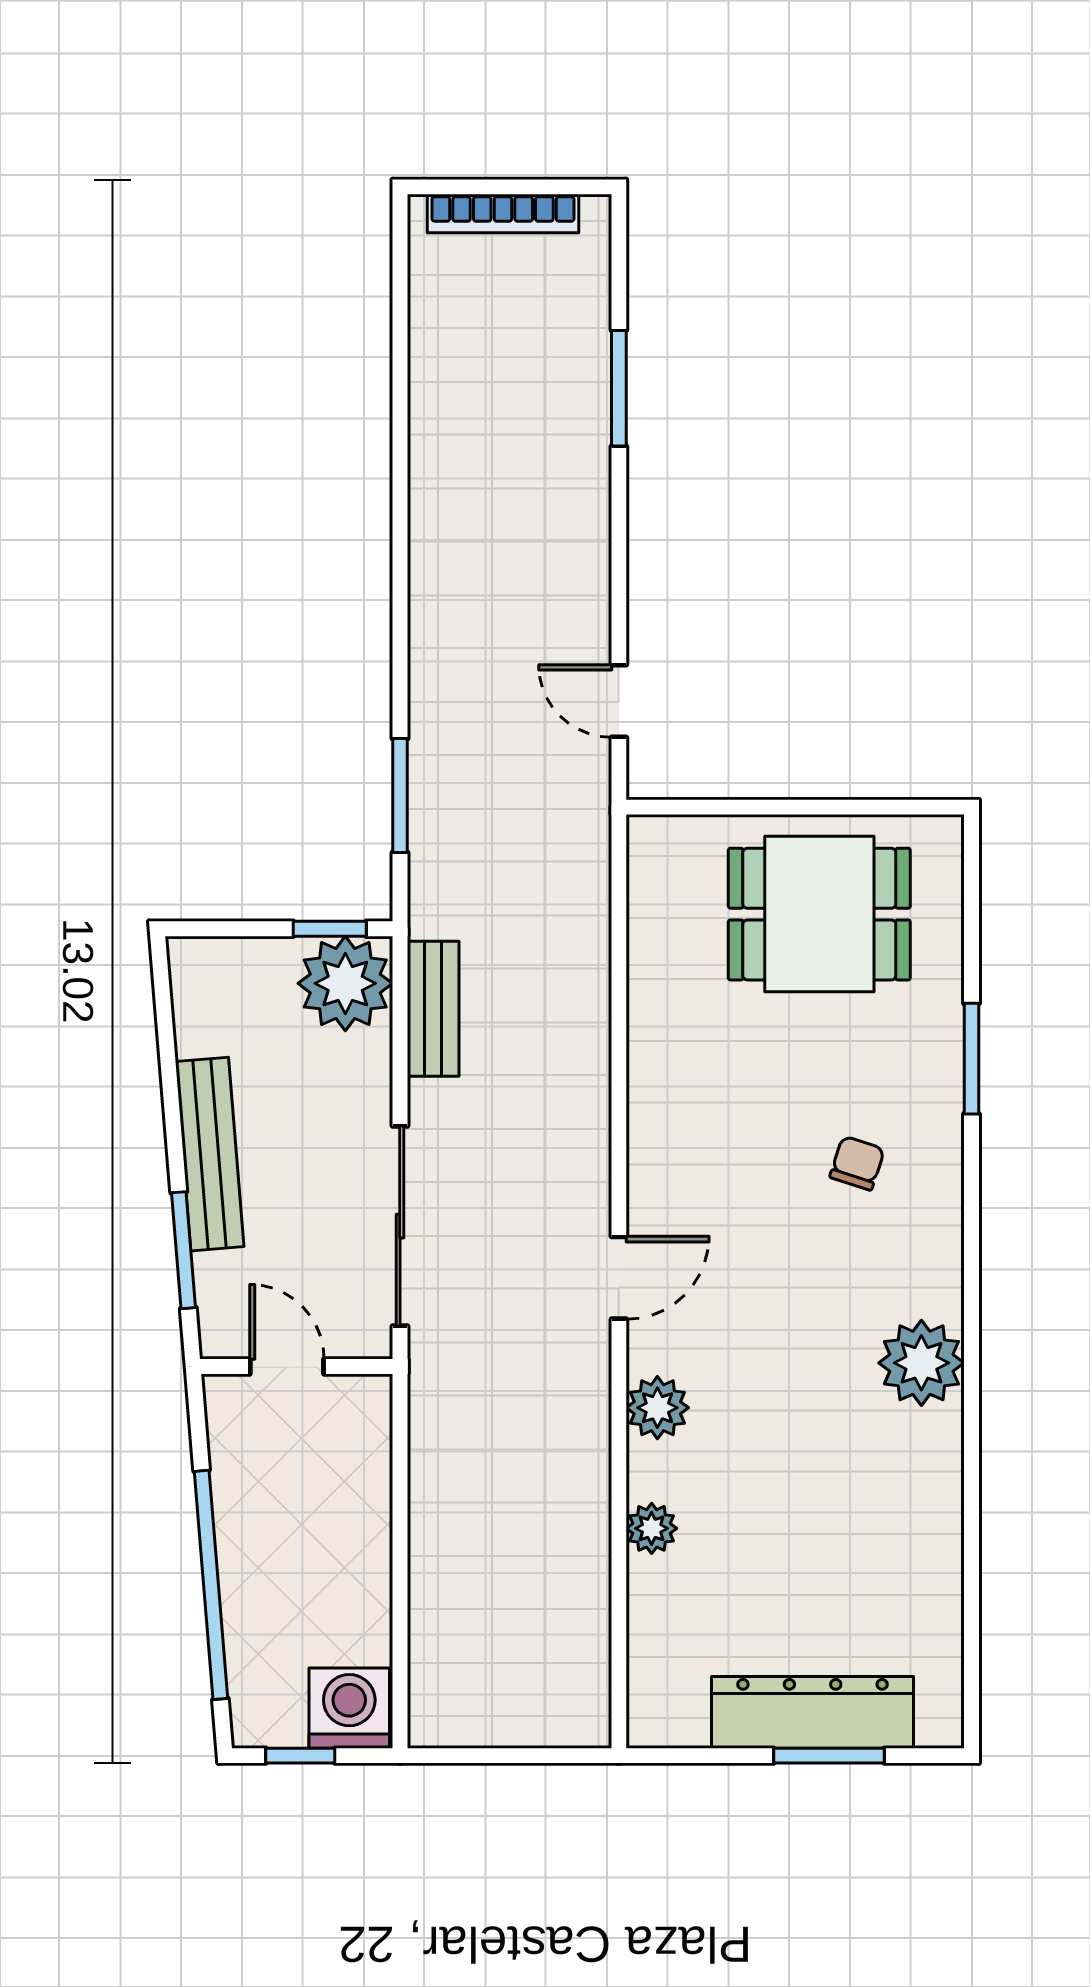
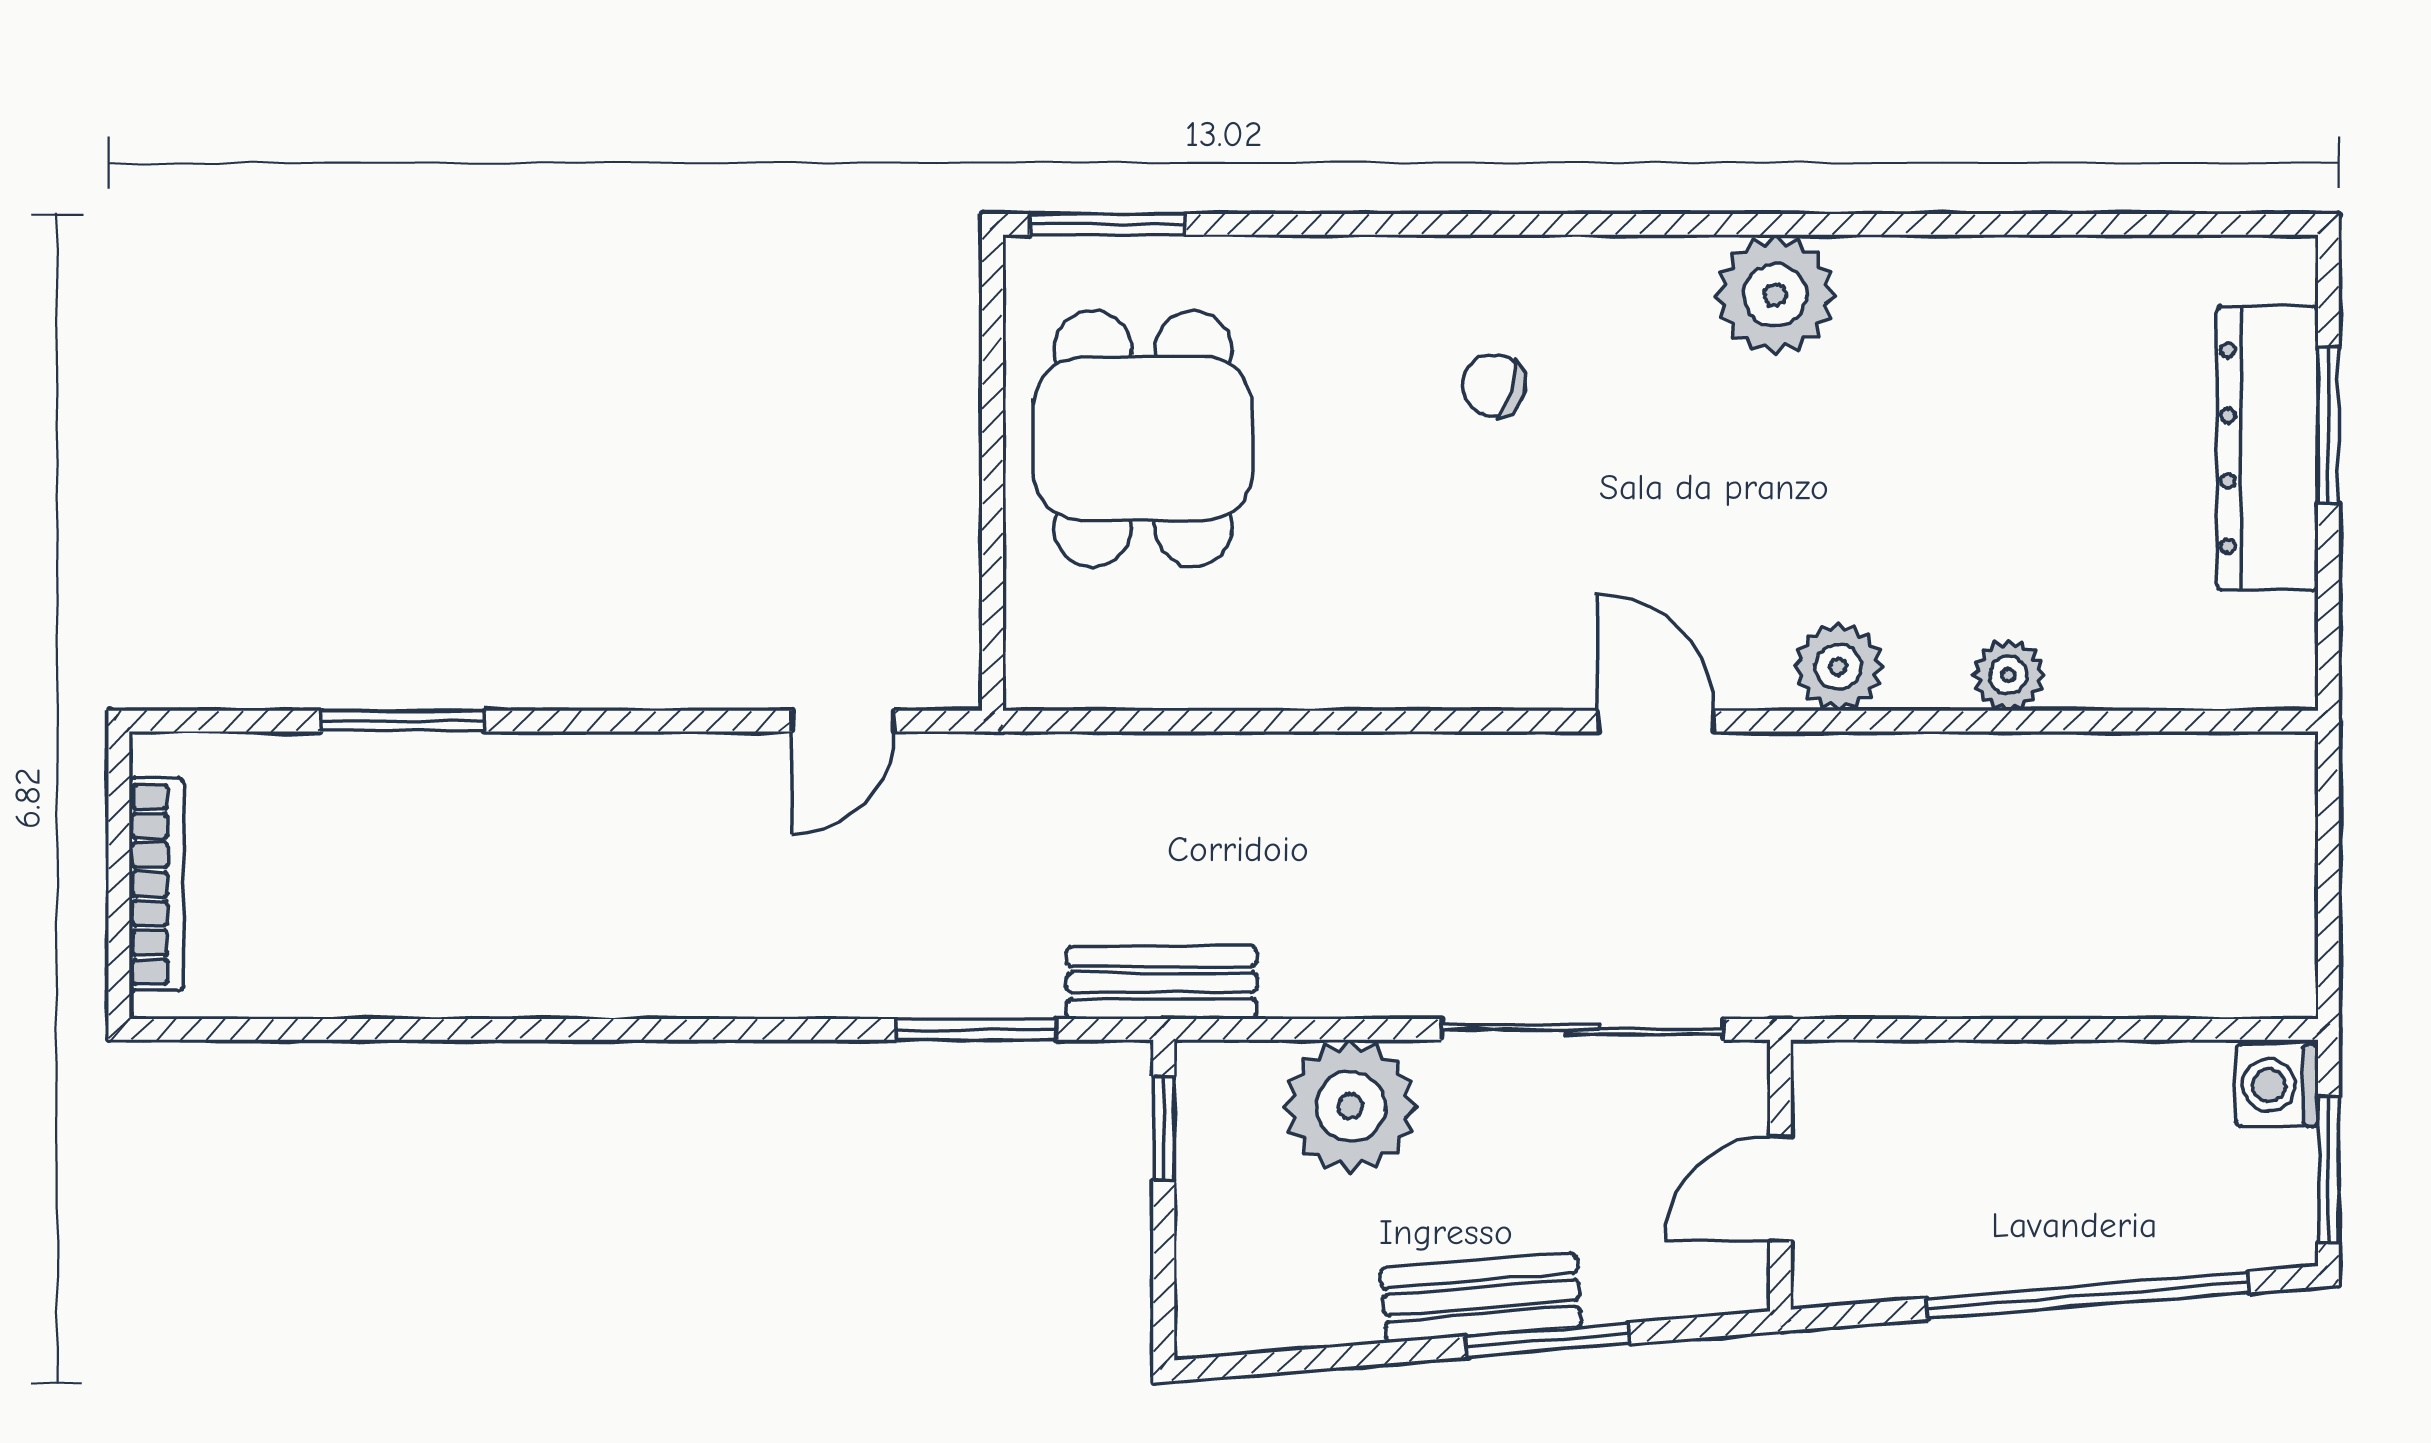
plant: (345, 983) -> (1350, 1106), moved
bench: (433, 1009) -> (1162, 983), moved
window: (972, 1059) -> (1107, 224), moved
bench: (210, 1154) -> (1481, 1297), width x0.73
window: (183, 1250) -> (1547, 1340), moved
washing machine: (349, 1708) -> (2277, 1085), width x0.73, depth x0.73
window: (300, 1756) -> (2328, 1170), width x1.50

